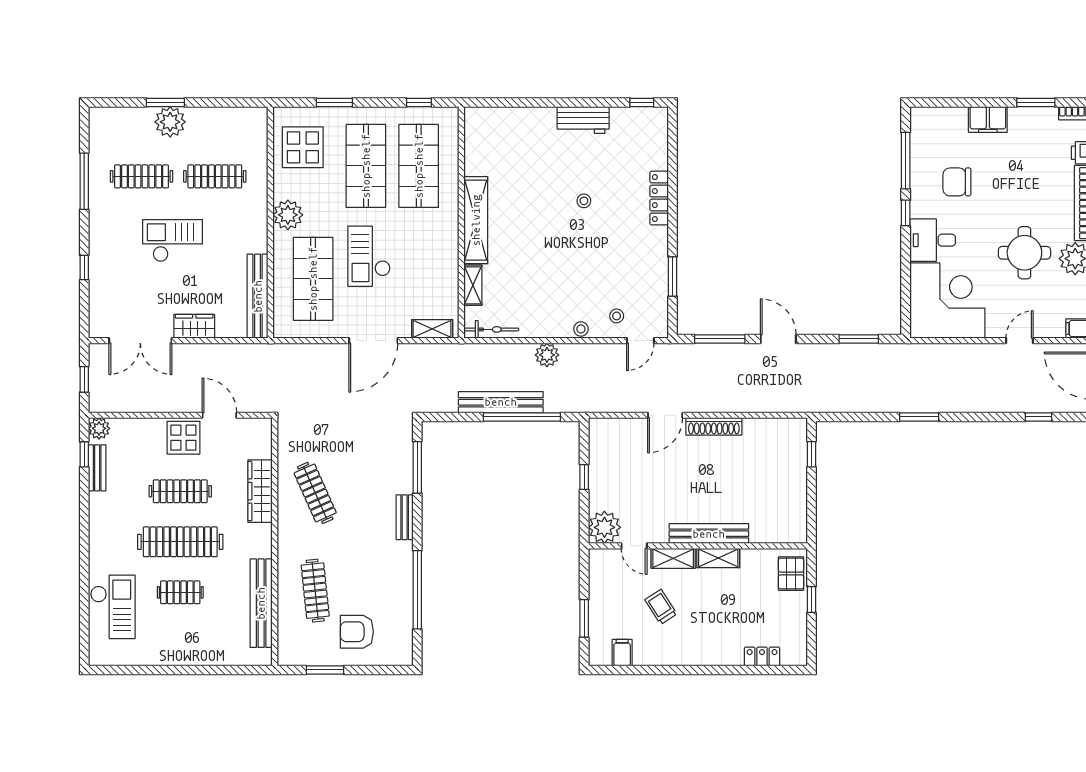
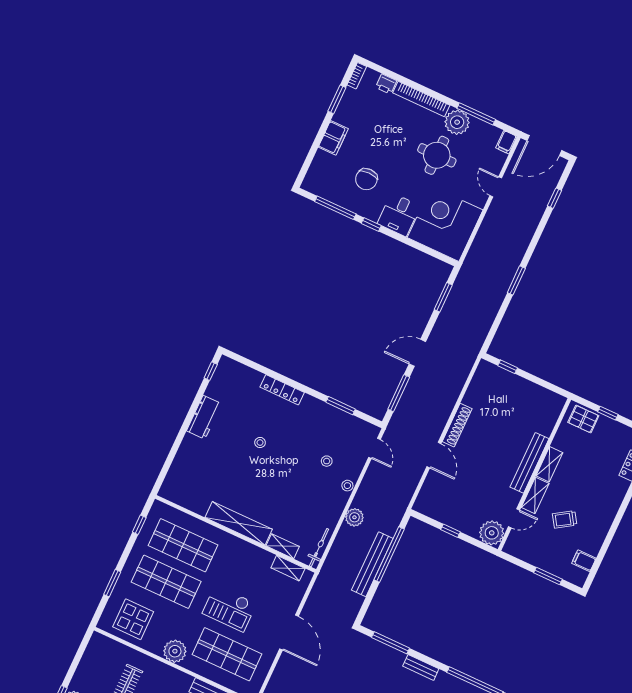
stool: (617, 316) -> (327, 461), moved
shelving: (432, 329) -> (288, 568), moved, turned 90

